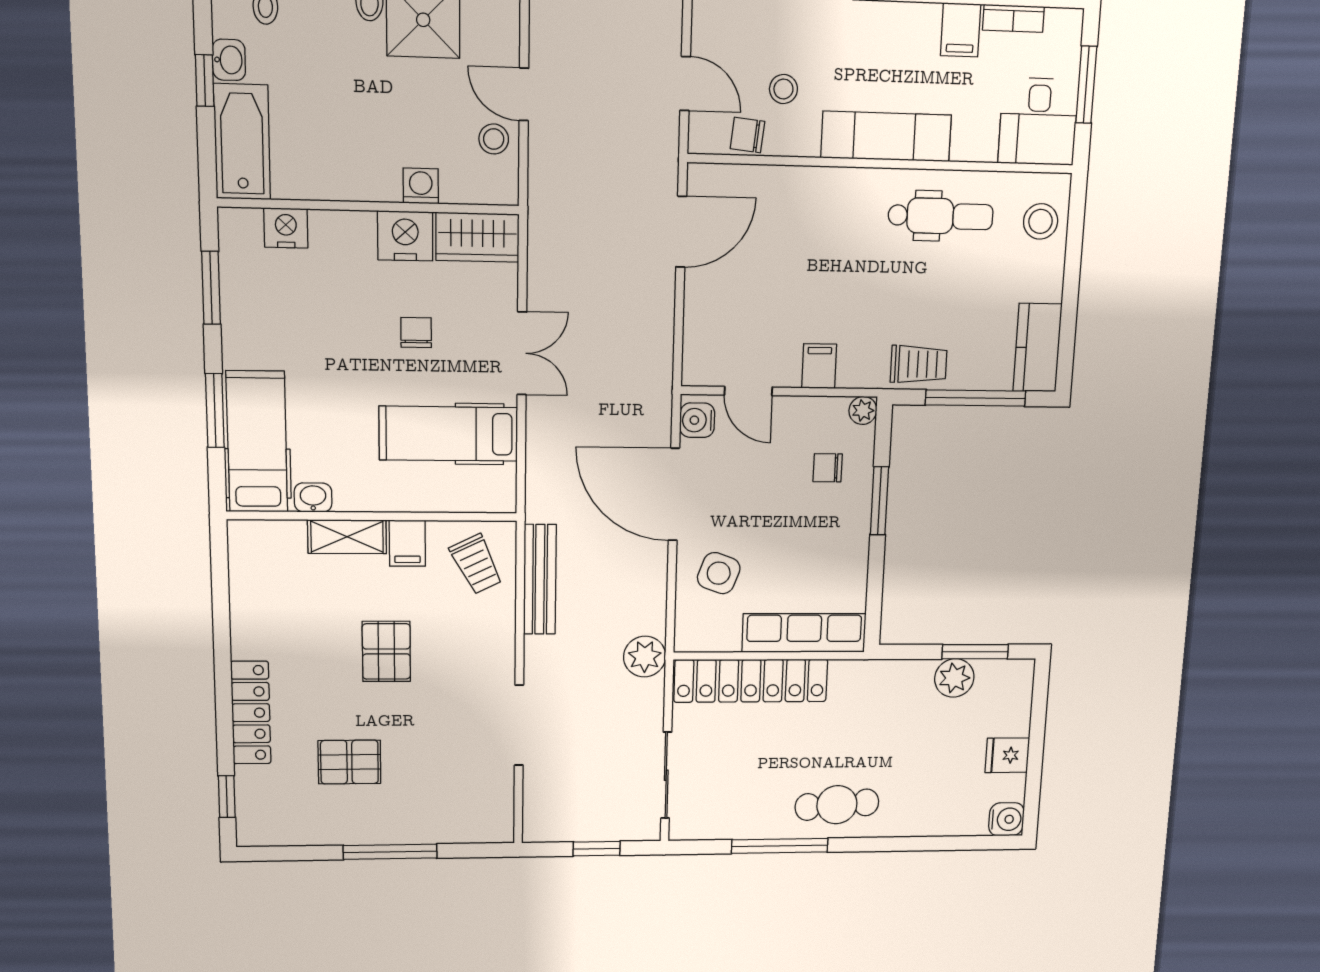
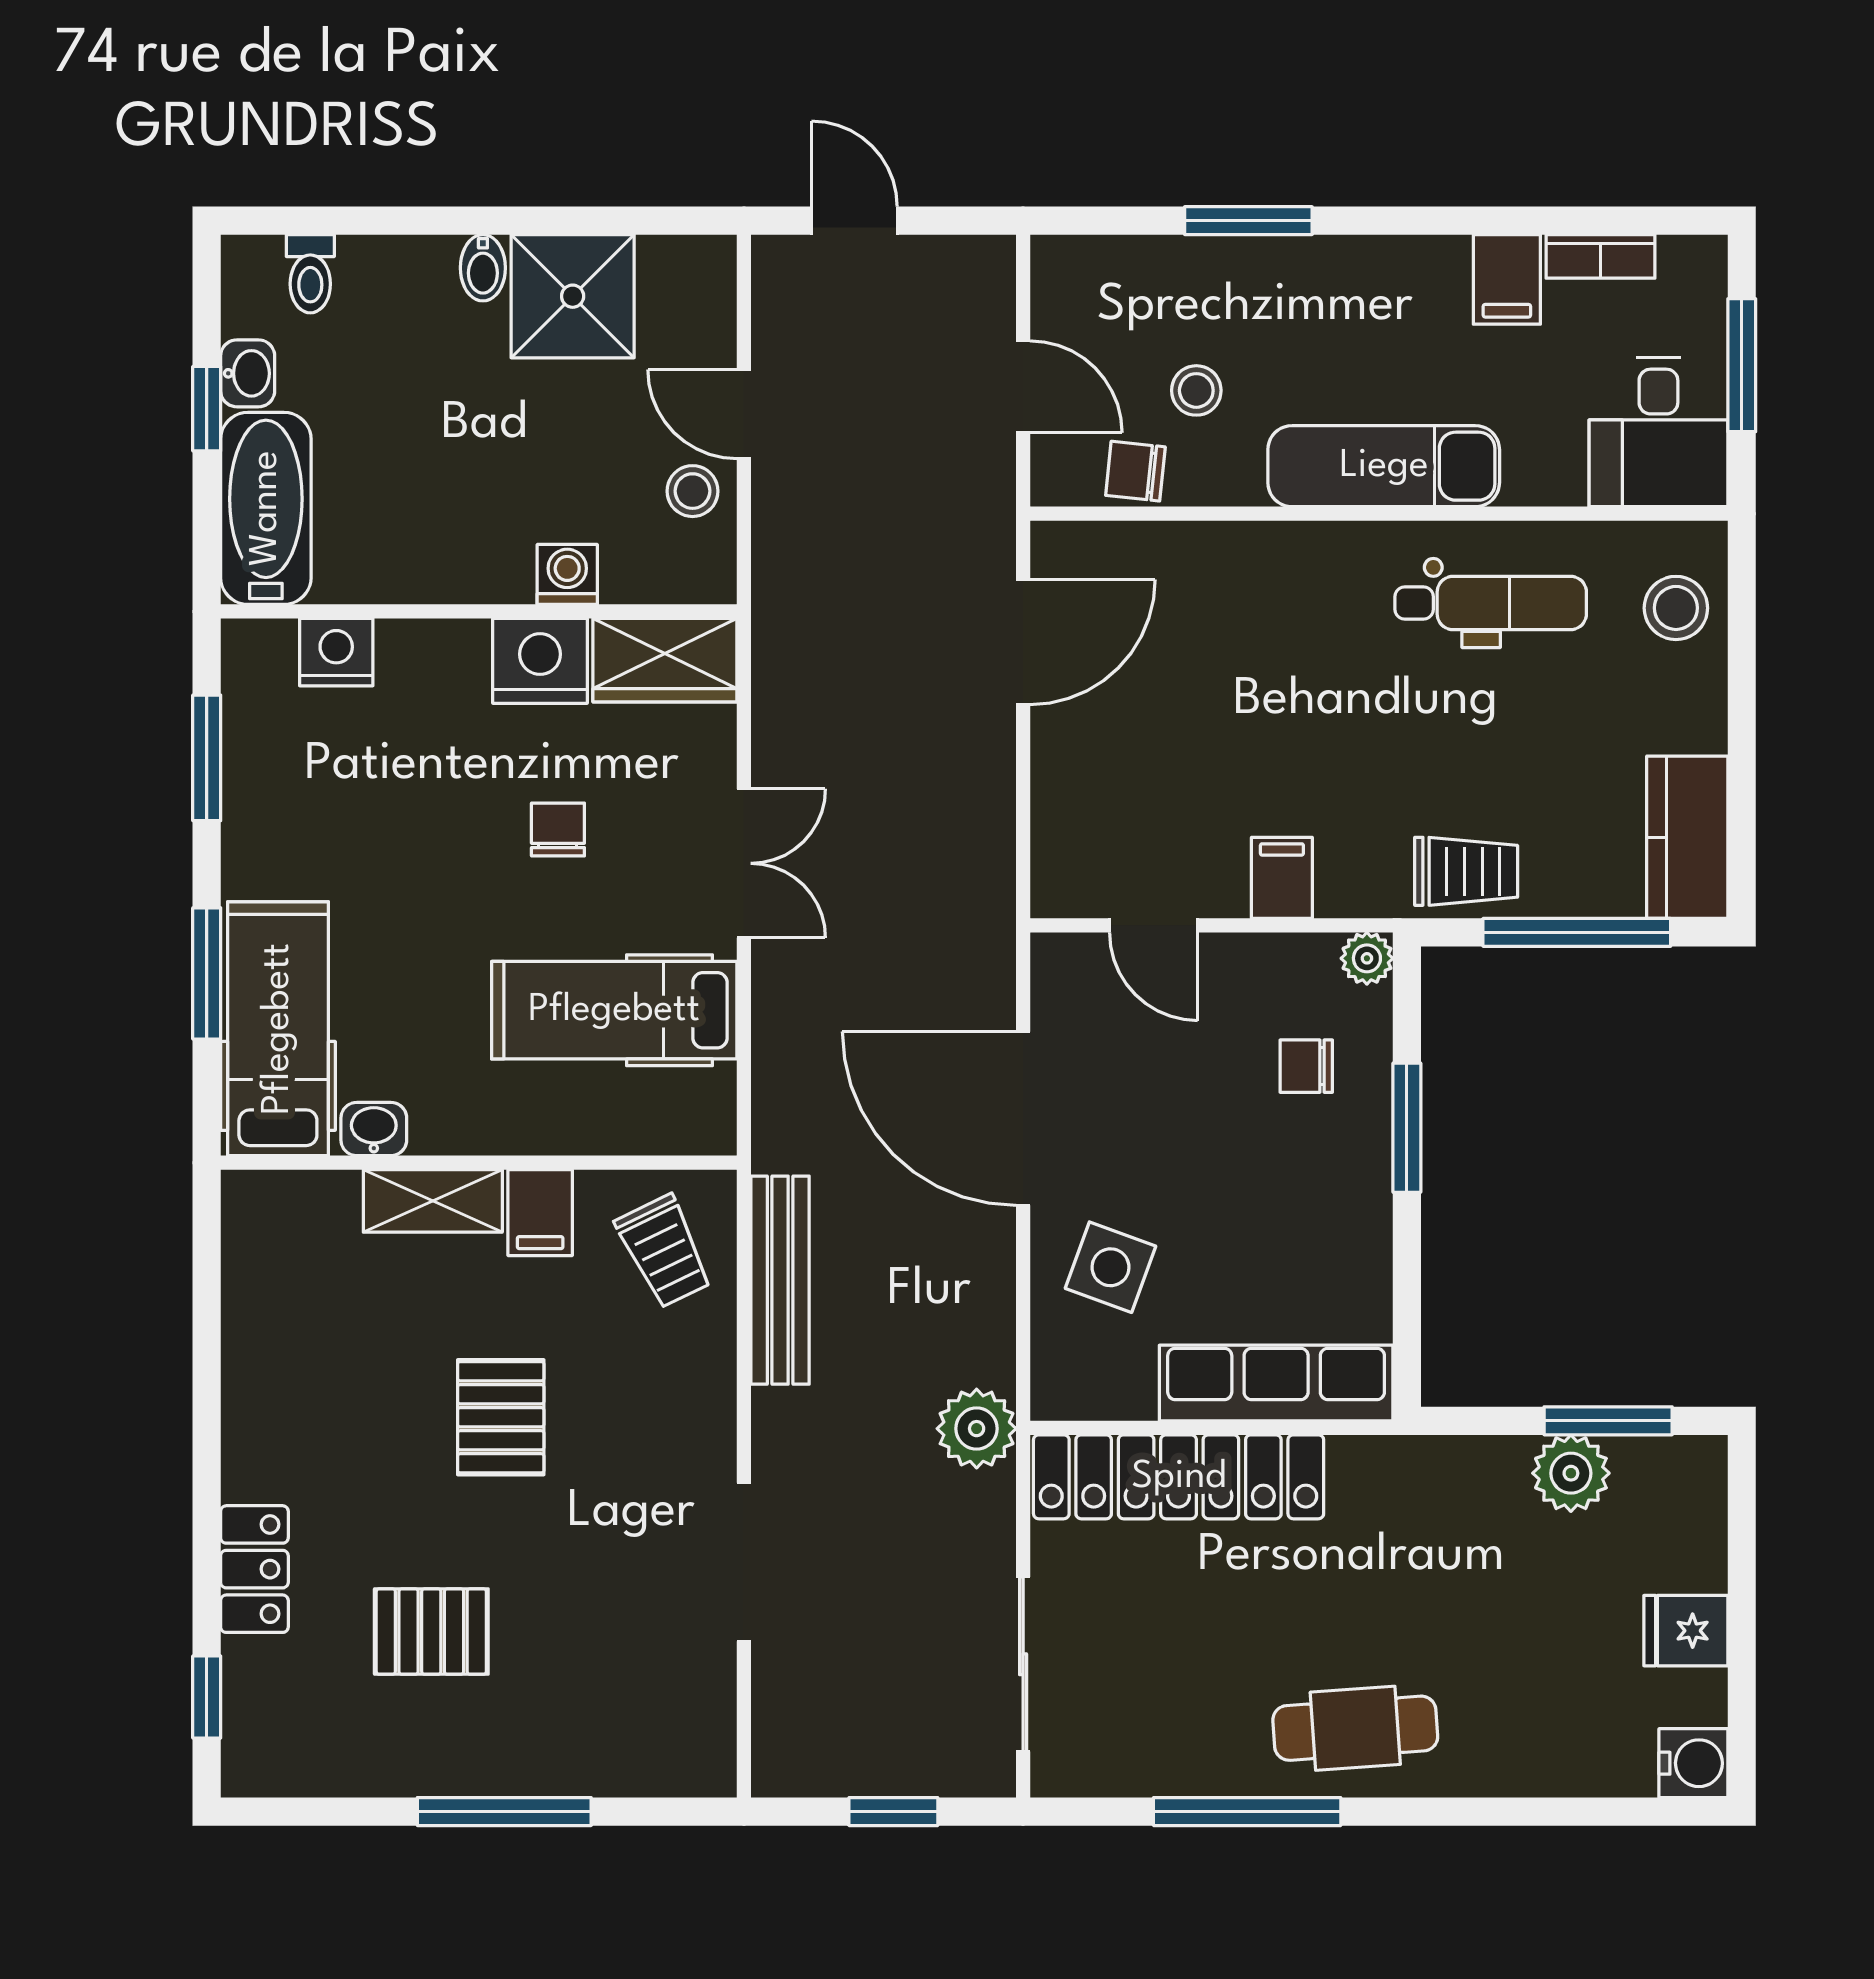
water cooler: (697, 420) -> (1062, 980), removed
locker: (251, 713) -> (254, 1569), width x0.66

